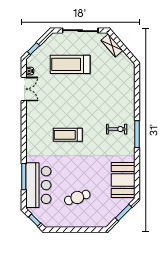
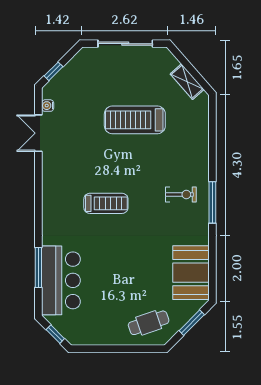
shelving: (112, 45) -> (187, 82), moved
treadmill: (70, 64) -> (135, 120), moved
double door: (24, 89) -> (38, 133), swing flipped
treadmill: (68, 135) -> (106, 203), turned 180
cafe table: (77, 197) -> (149, 323), moved

